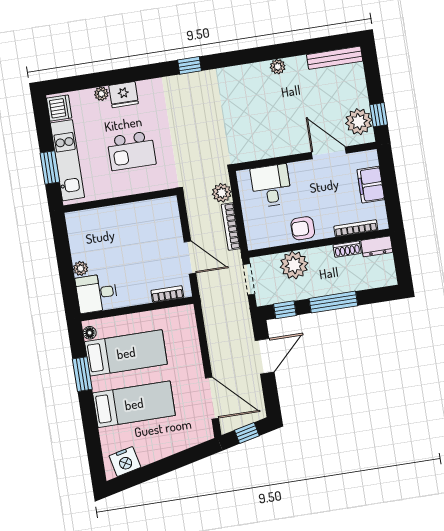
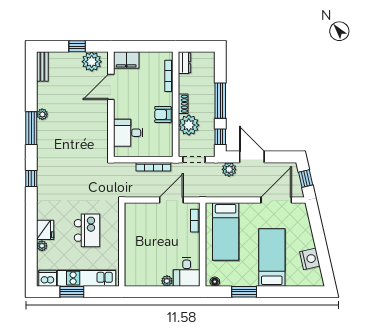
window: (257, 55) -> (31, 128), added
bench: (335, 58) -> (42, 66), width x0.73
window: (379, 115) -> (77, 46), moved
window: (50, 168) -> (72, 292), moved
filing cabinet: (371, 185) -> (126, 60), moved
plant: (222, 193) -> (229, 169), moved
armchair: (303, 228) -> (163, 114), turned 90
shoe rack: (347, 249) -> (183, 104), moved
bed: (126, 353) -> (226, 232), moved, turned 180
nightstand: (125, 462) -> (310, 259), moved

